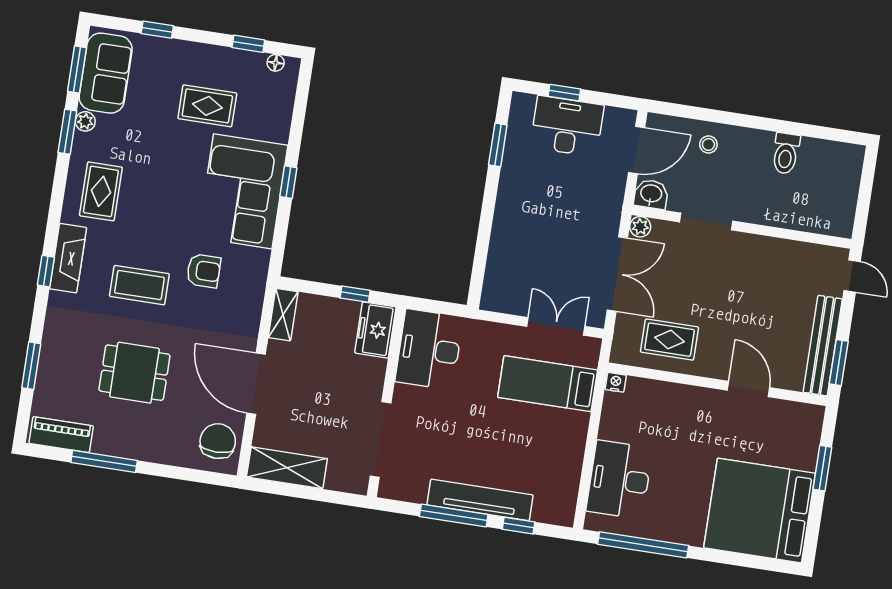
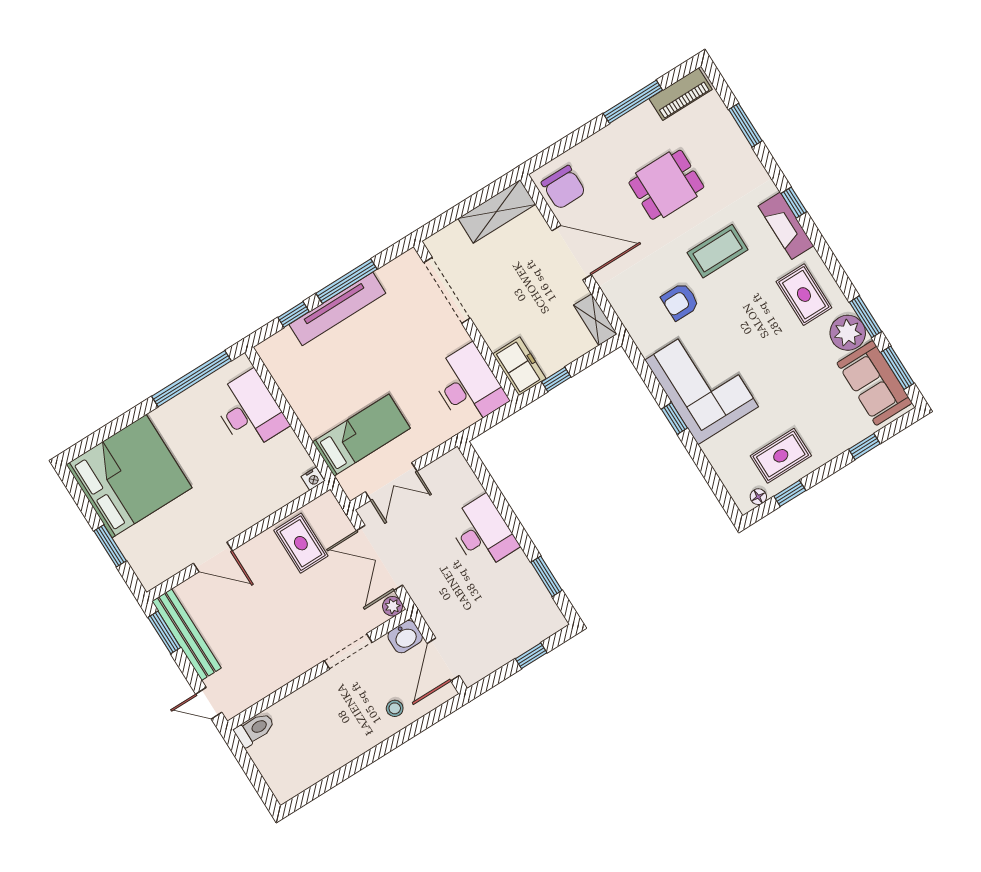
rug: (207, 106) -> (781, 456), moved
plant: (85, 121) -> (848, 333), width x1.88, depth x1.88
desk: (567, 126) -> (482, 533), moved, turned -90
toilet: (786, 153) -> (255, 729), moved, turned 90
rug: (670, 340) -> (301, 543), turned 90

